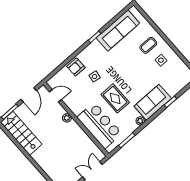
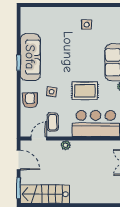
sofa: (118, 30) -> (30, 57), moved
coffee table: (148, 45) -> (53, 122), moved
armchair: (76, 67) -> (30, 100), turned 180

